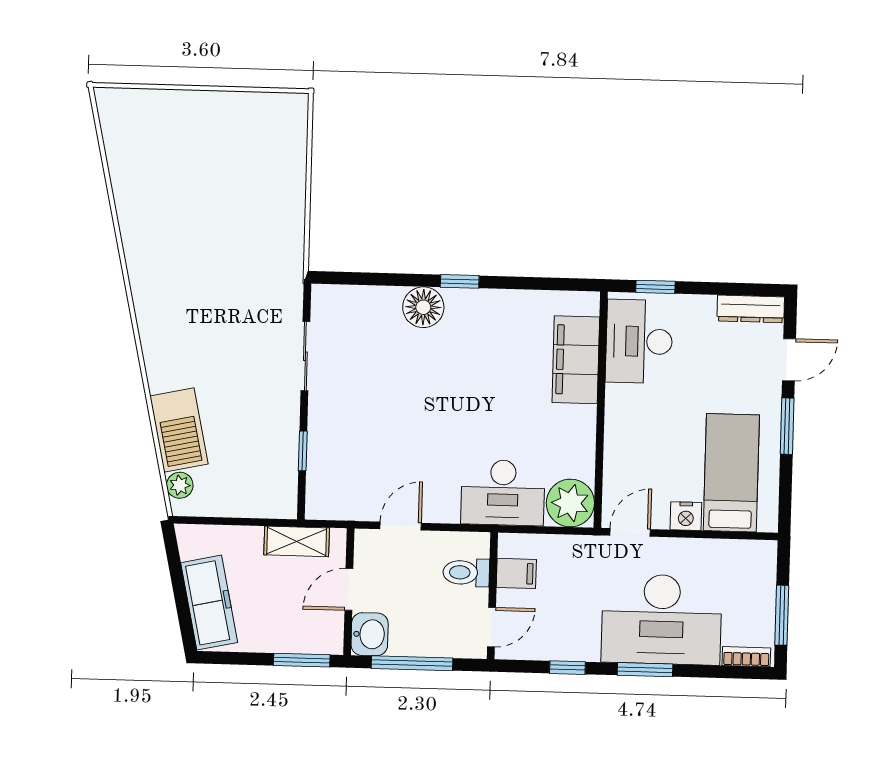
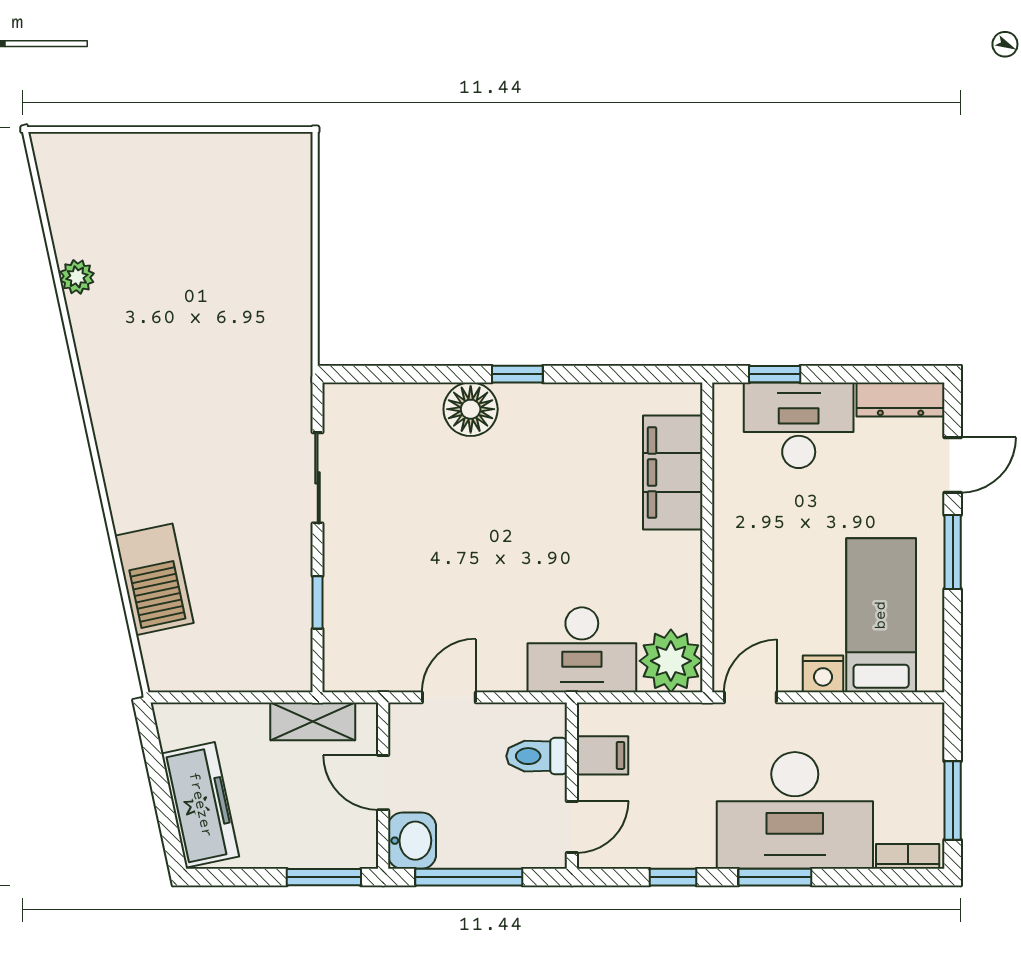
desk: (639, 341) -> (799, 425), moved, turned 90
plant: (180, 485) -> (77, 277), moved
door: (349, 589) -> (383, 783), hinge flipped

